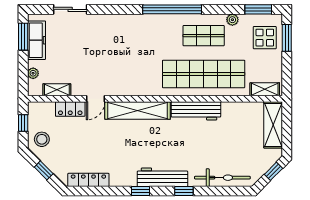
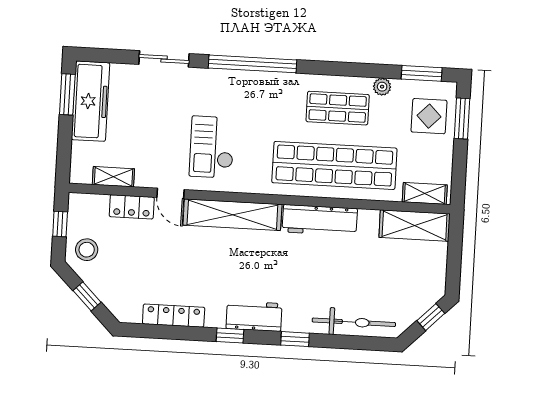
sliding door: (70, 9) -> (164, 59), moved
window: (172, 9) -> (252, 64), moved
freezer: (36, 40) -> (91, 101), width x1.36, depth x1.26
checkout: (121, 66) -> (212, 147), added
plant: (33, 73) -> (79, 150), removed
door: (96, 99) -> (171, 194), hinge flipped
shelving: (273, 125) -> (415, 226), moved, turned 90
workbench: (162, 177) -> (254, 316), width x0.73
locker: (88, 180) -> (174, 316), moved

